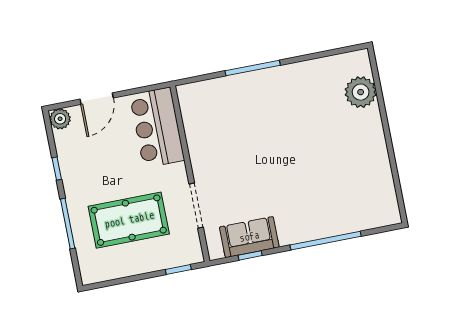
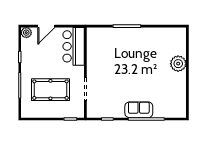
plant: (361, 92) -> (178, 64), moved
sofa: (249, 237) -> (139, 110), moved

